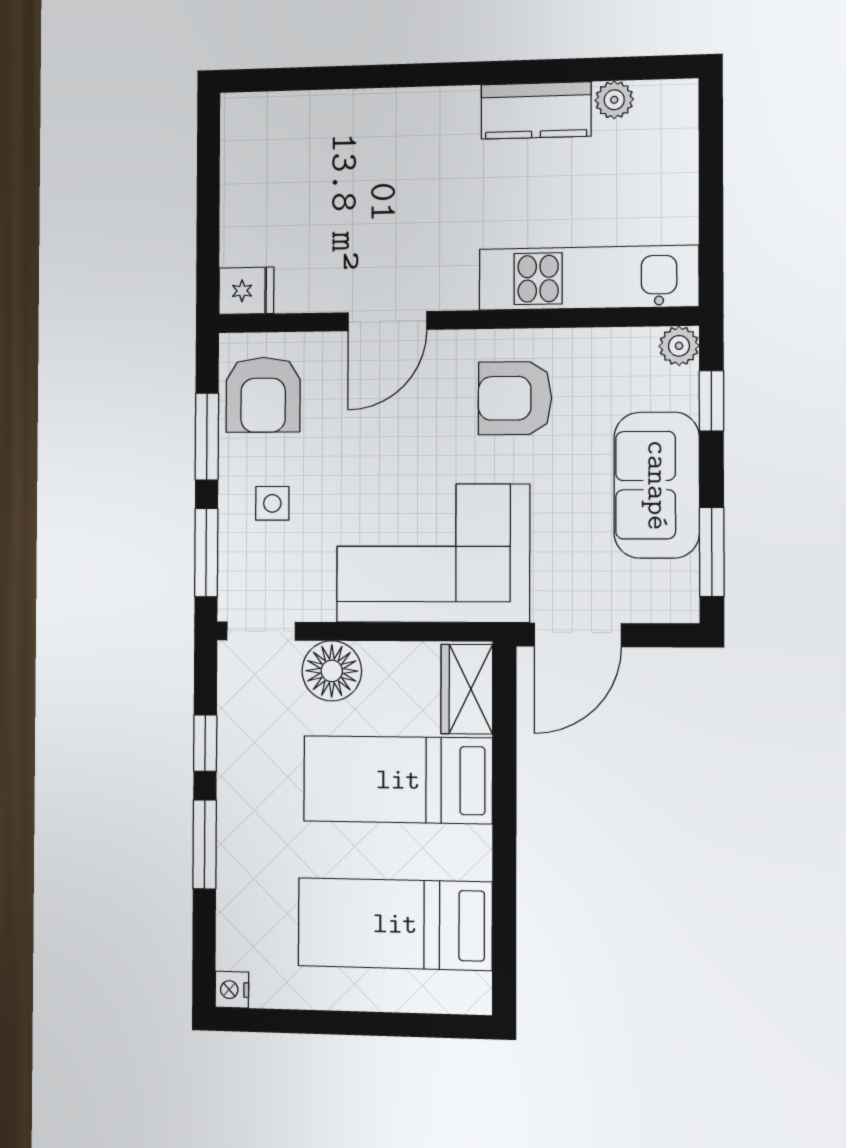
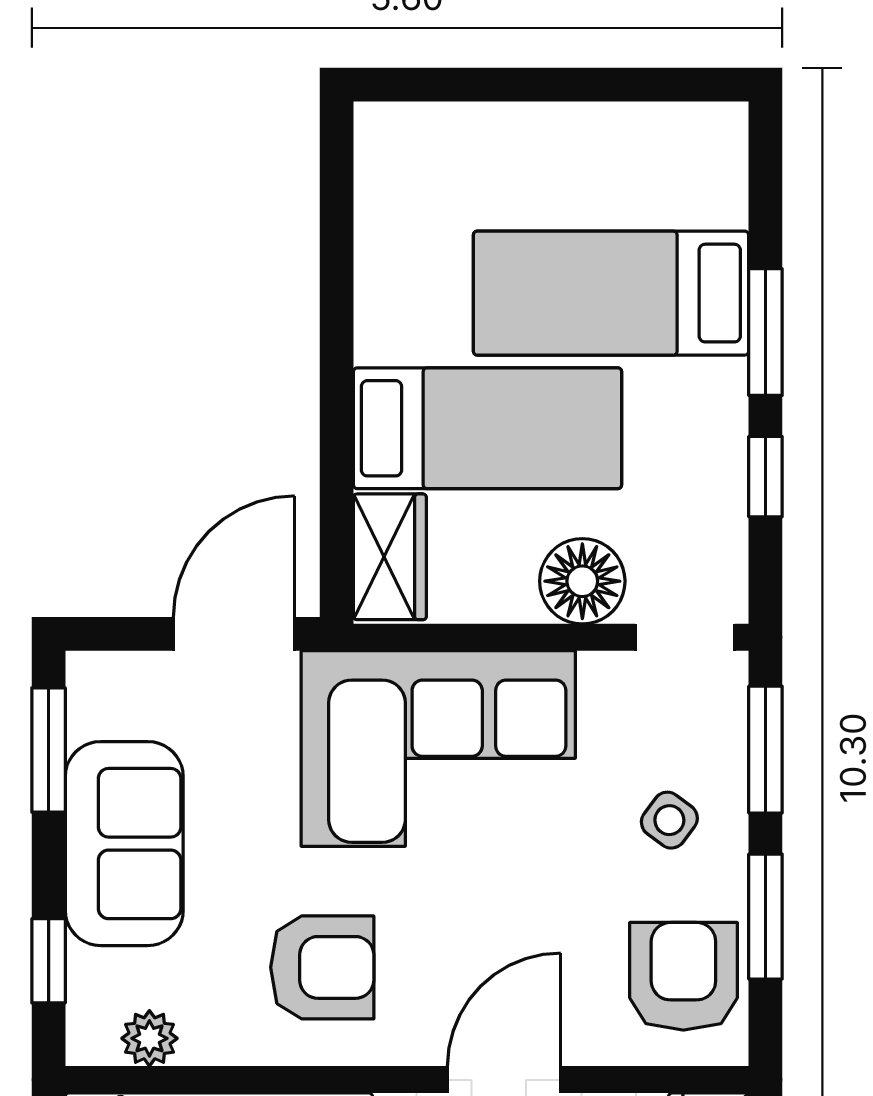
plant: (679, 346) -> (149, 1038), moved
side table: (272, 503) -> (669, 820), turned 37
bed: (395, 924) -> (611, 293), moved, turned 180
nightstand: (232, 990) -> (725, 127), removed

